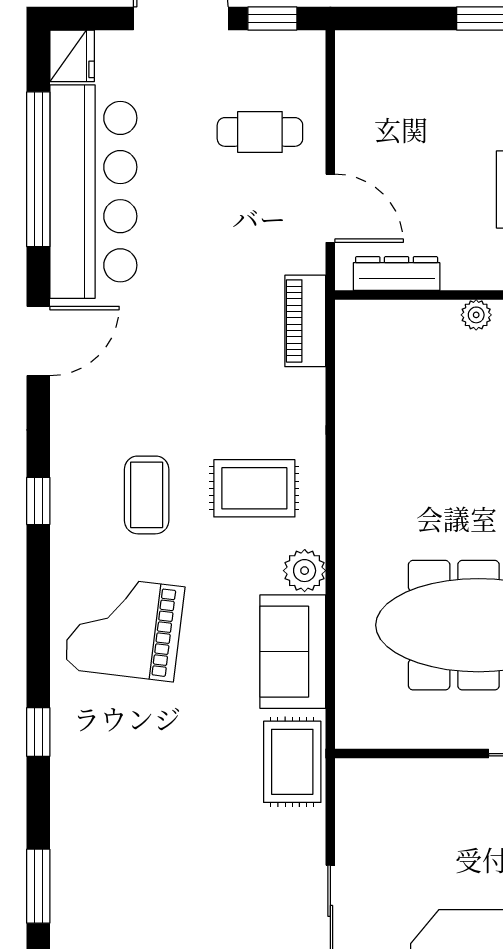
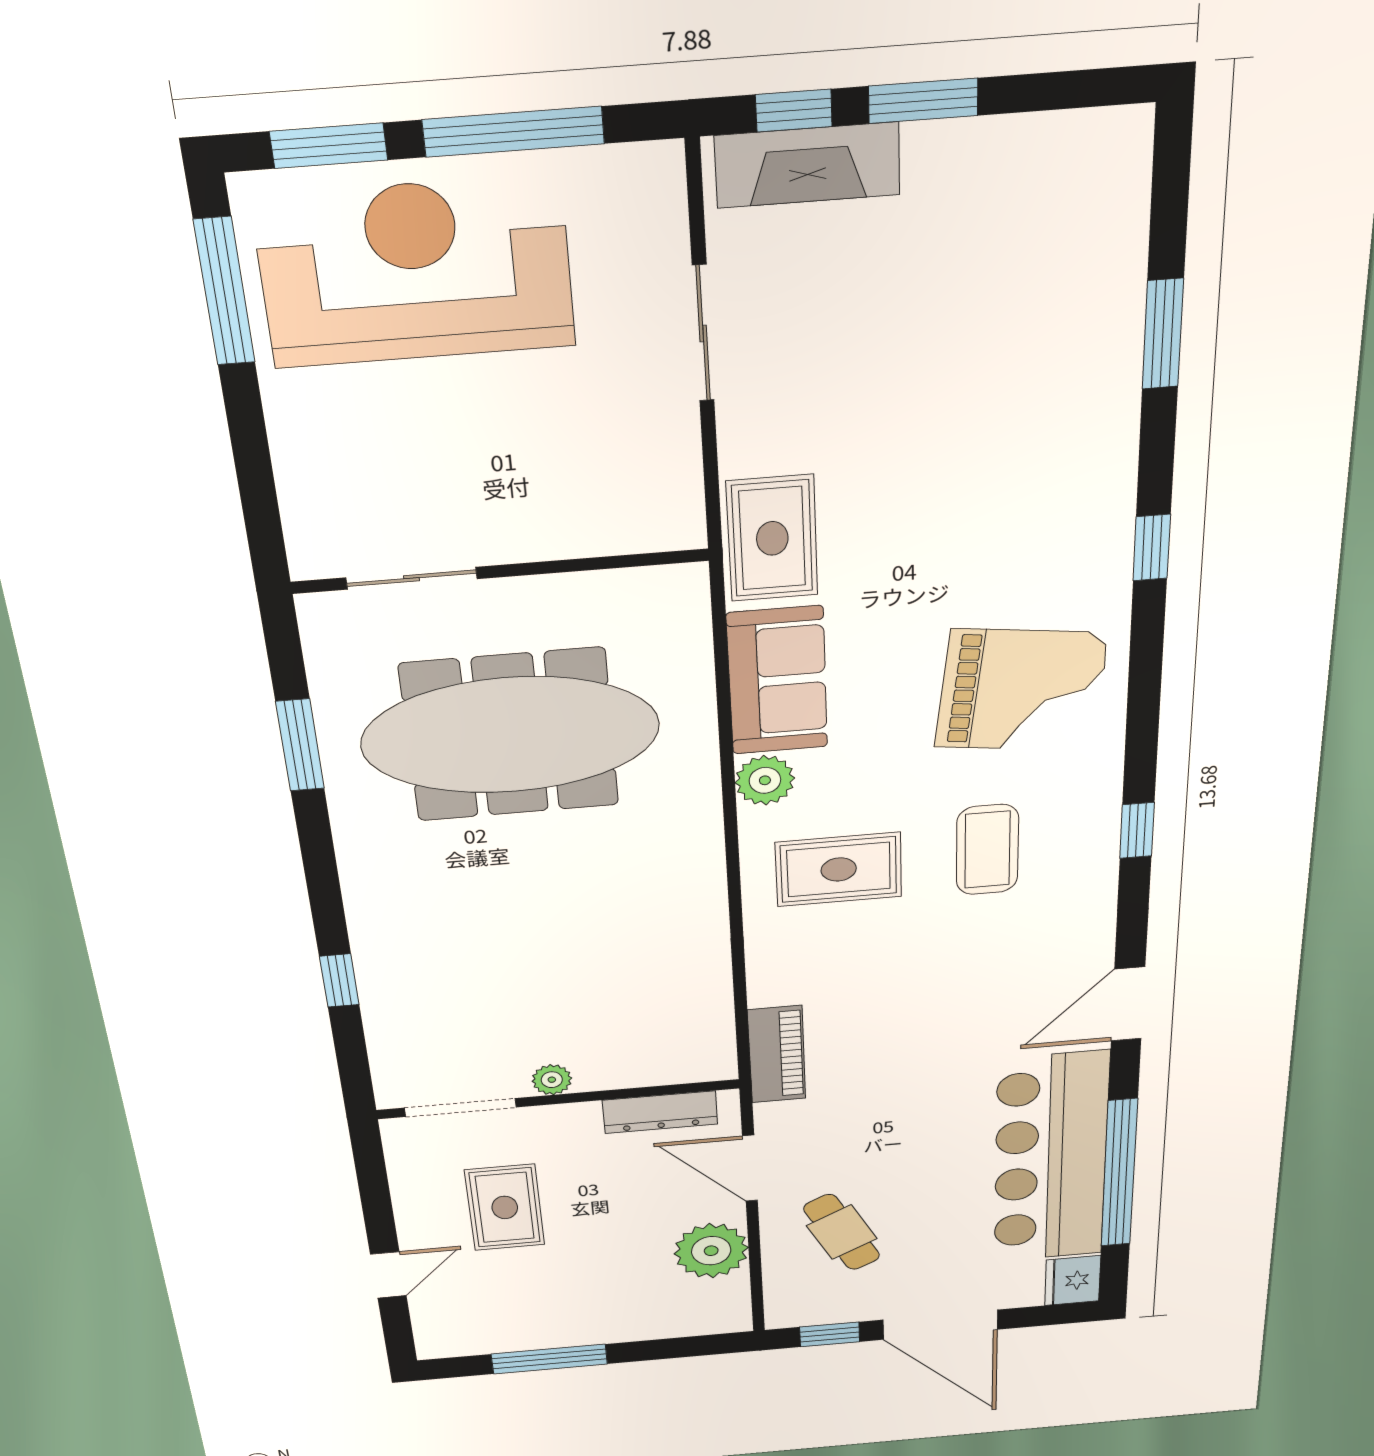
plant: (365, 124) -> (711, 1251), added
cafe table: (260, 132) -> (842, 1232), turned 63

